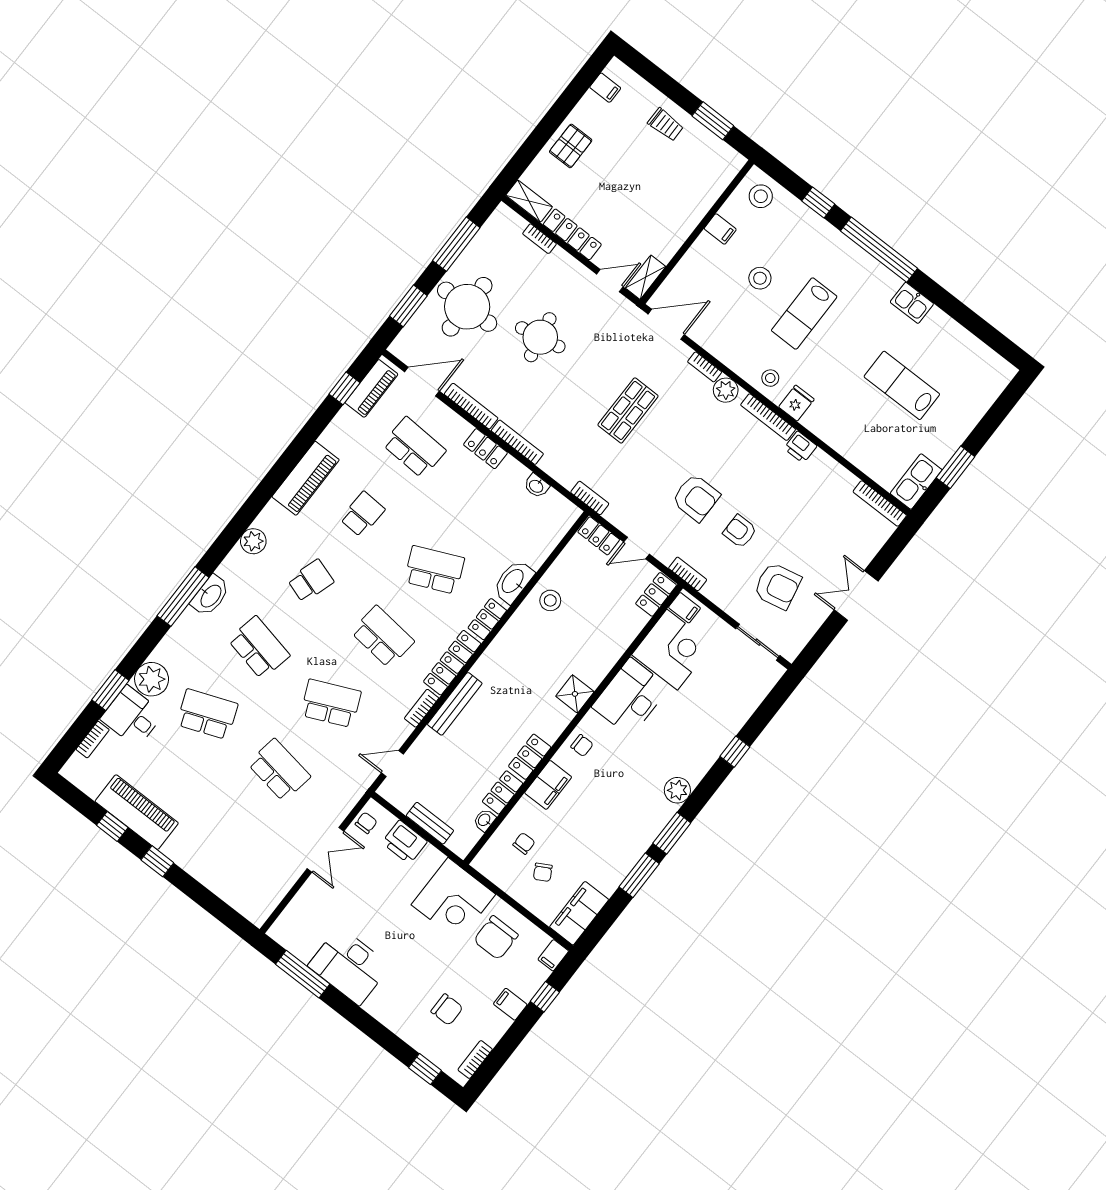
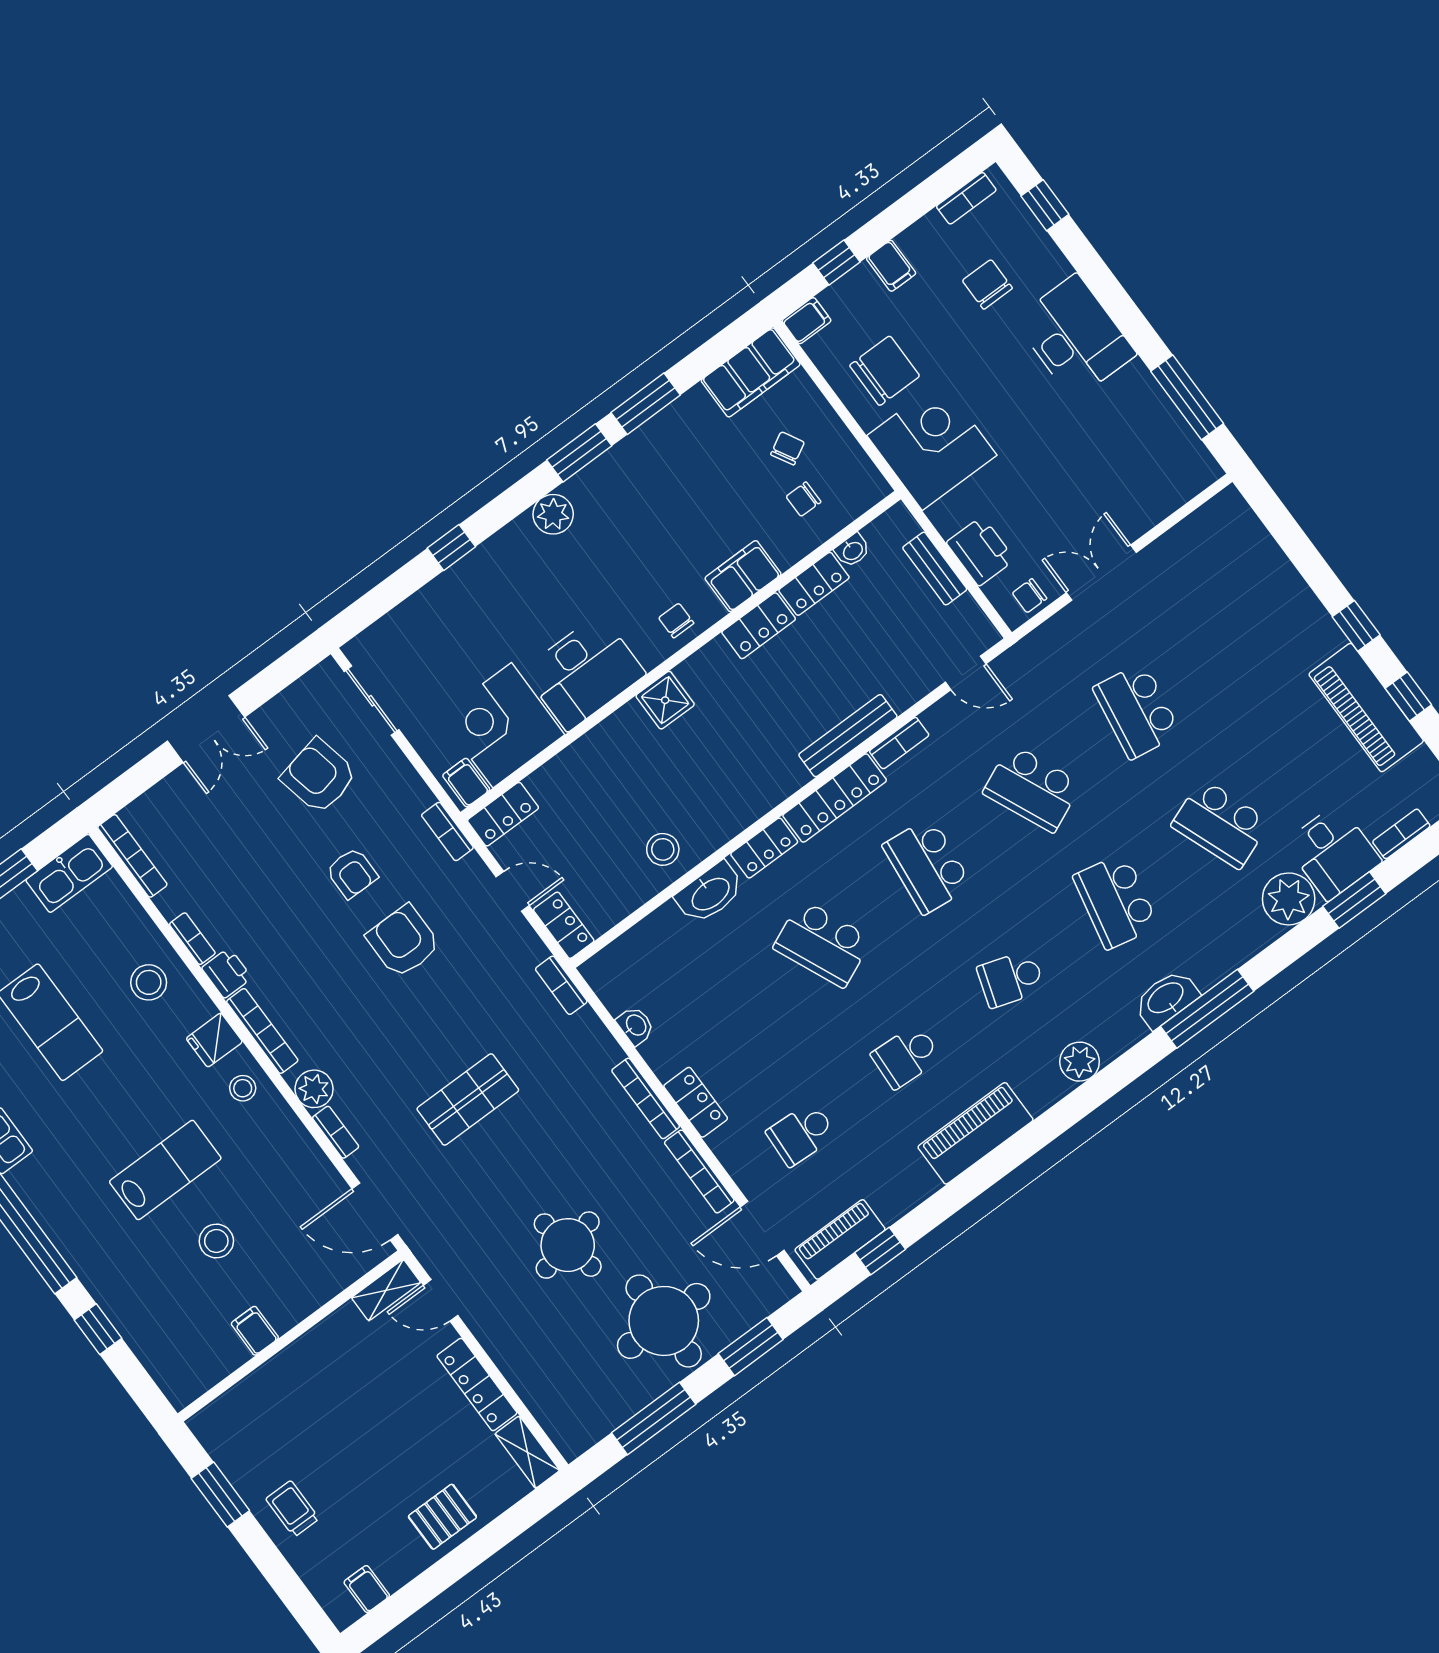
stool: (761, 196) -> (149, 982), moved
bookcase: (539, 239) -> (192, 939), moved
school desk: (414, 447) -> (801, 1134), width x0.54
desk: (349, 966) -> (1075, 337), moved

